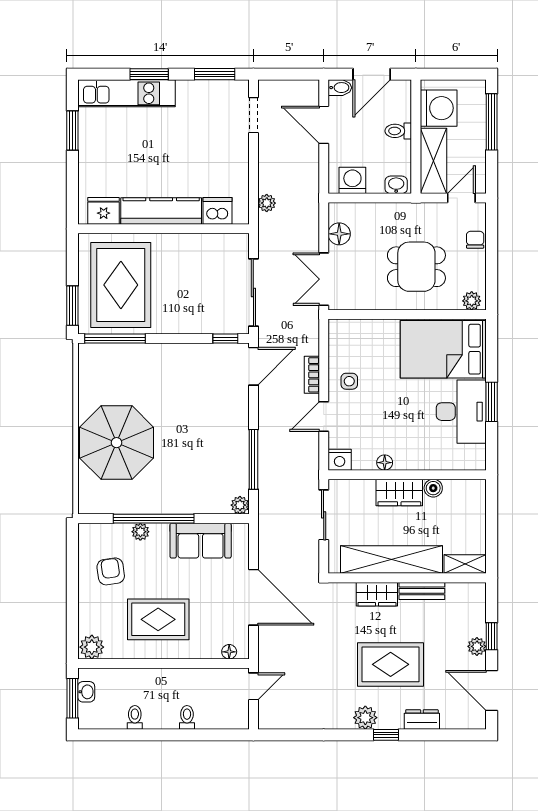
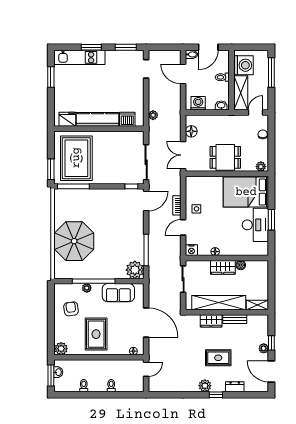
dining table: (416, 267) -> (225, 157), moved
plant: (240, 505) -> (135, 270), width x1.87, depth x1.87
rug: (158, 619) -> (96, 334), turned 90
rug: (391, 664) -> (218, 358), width x0.73, depth x0.70

